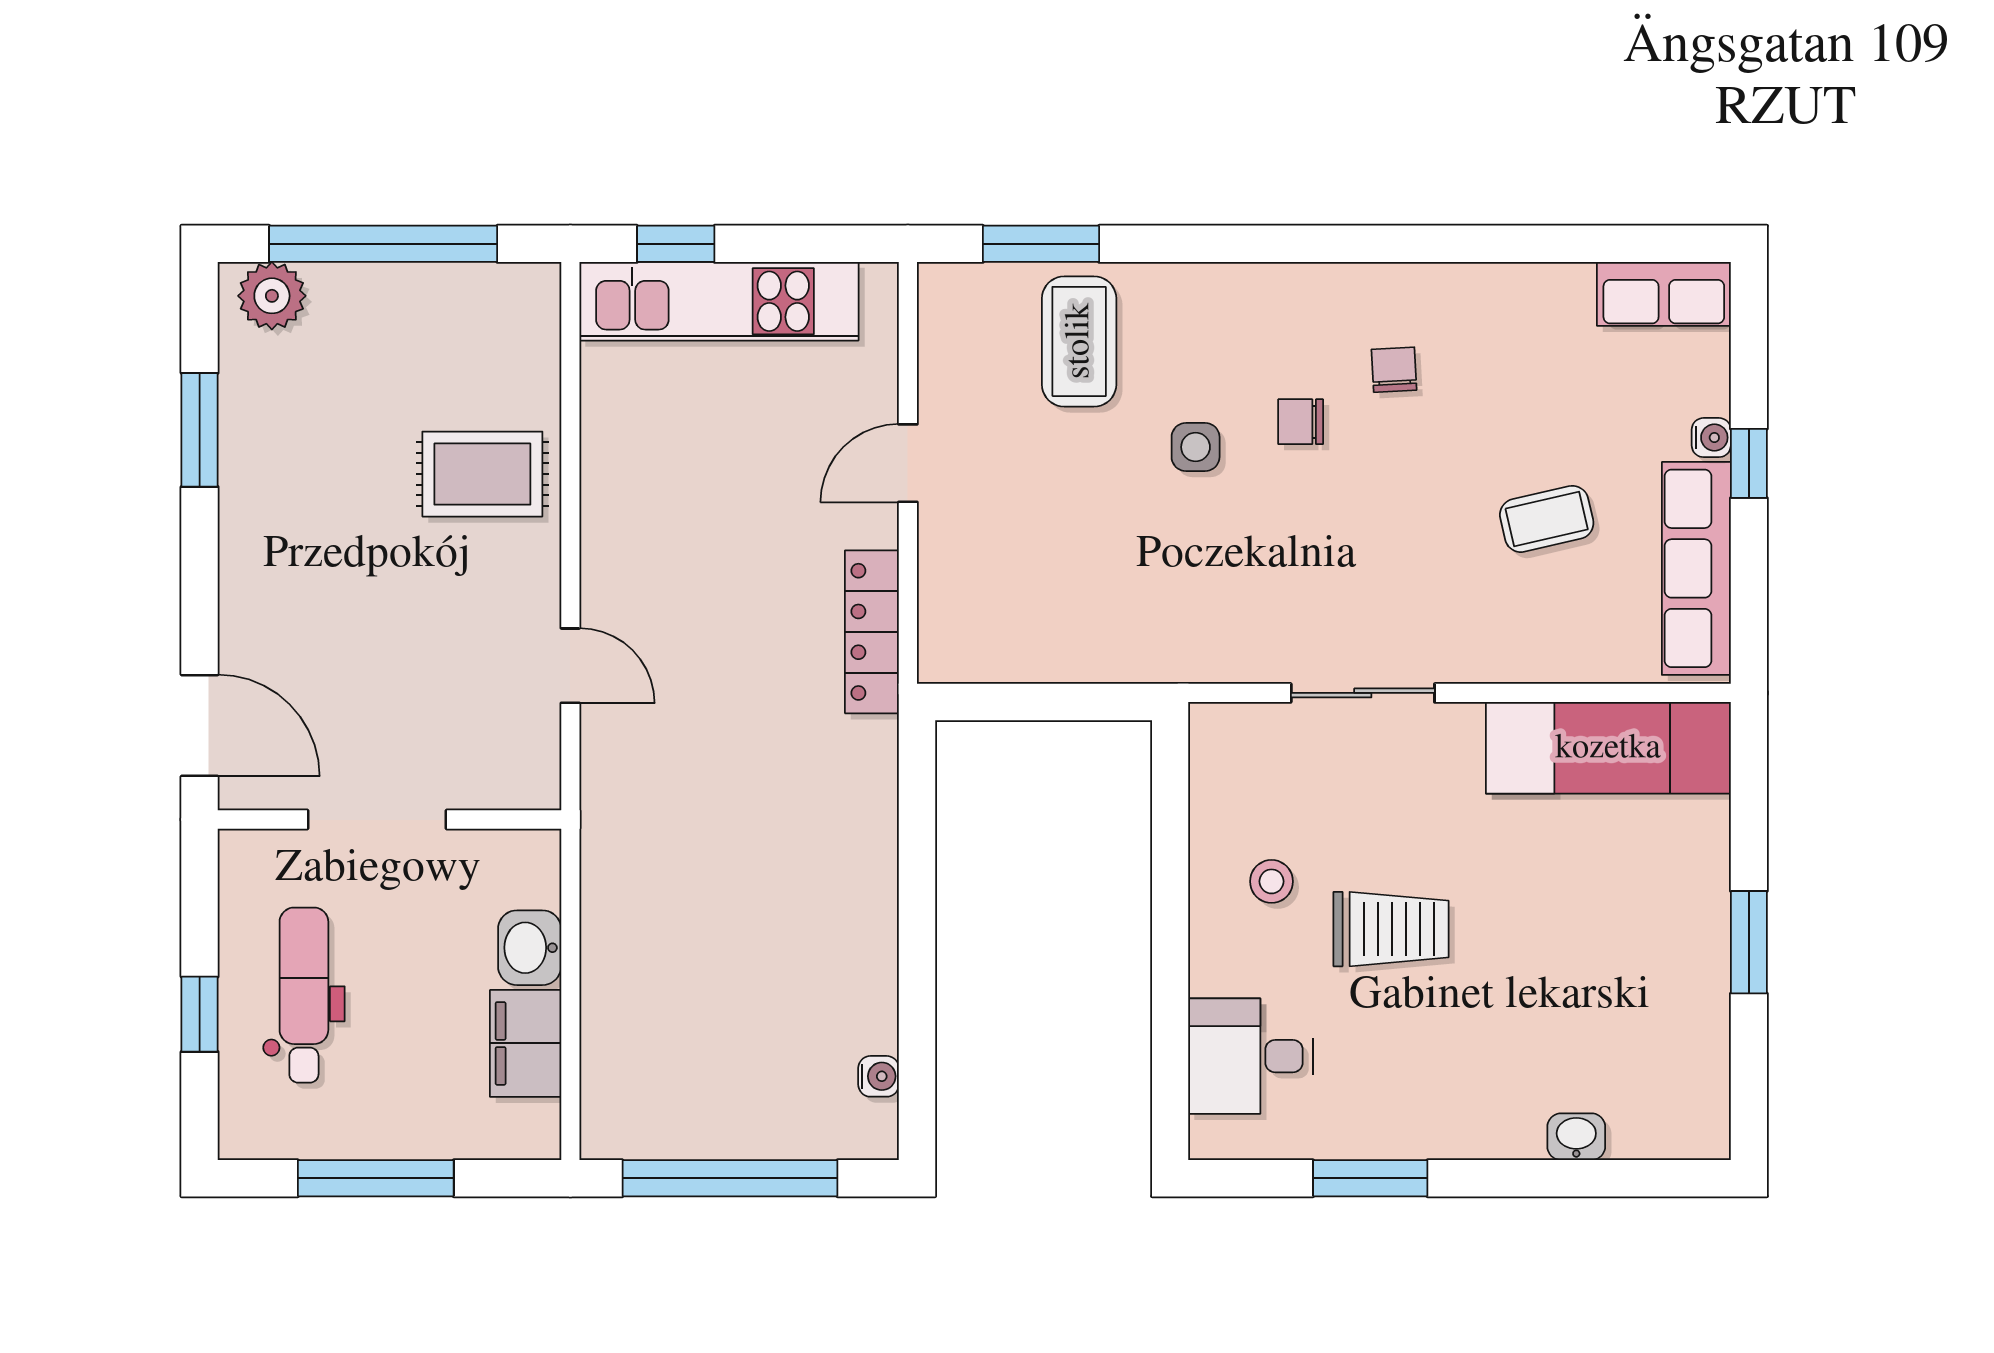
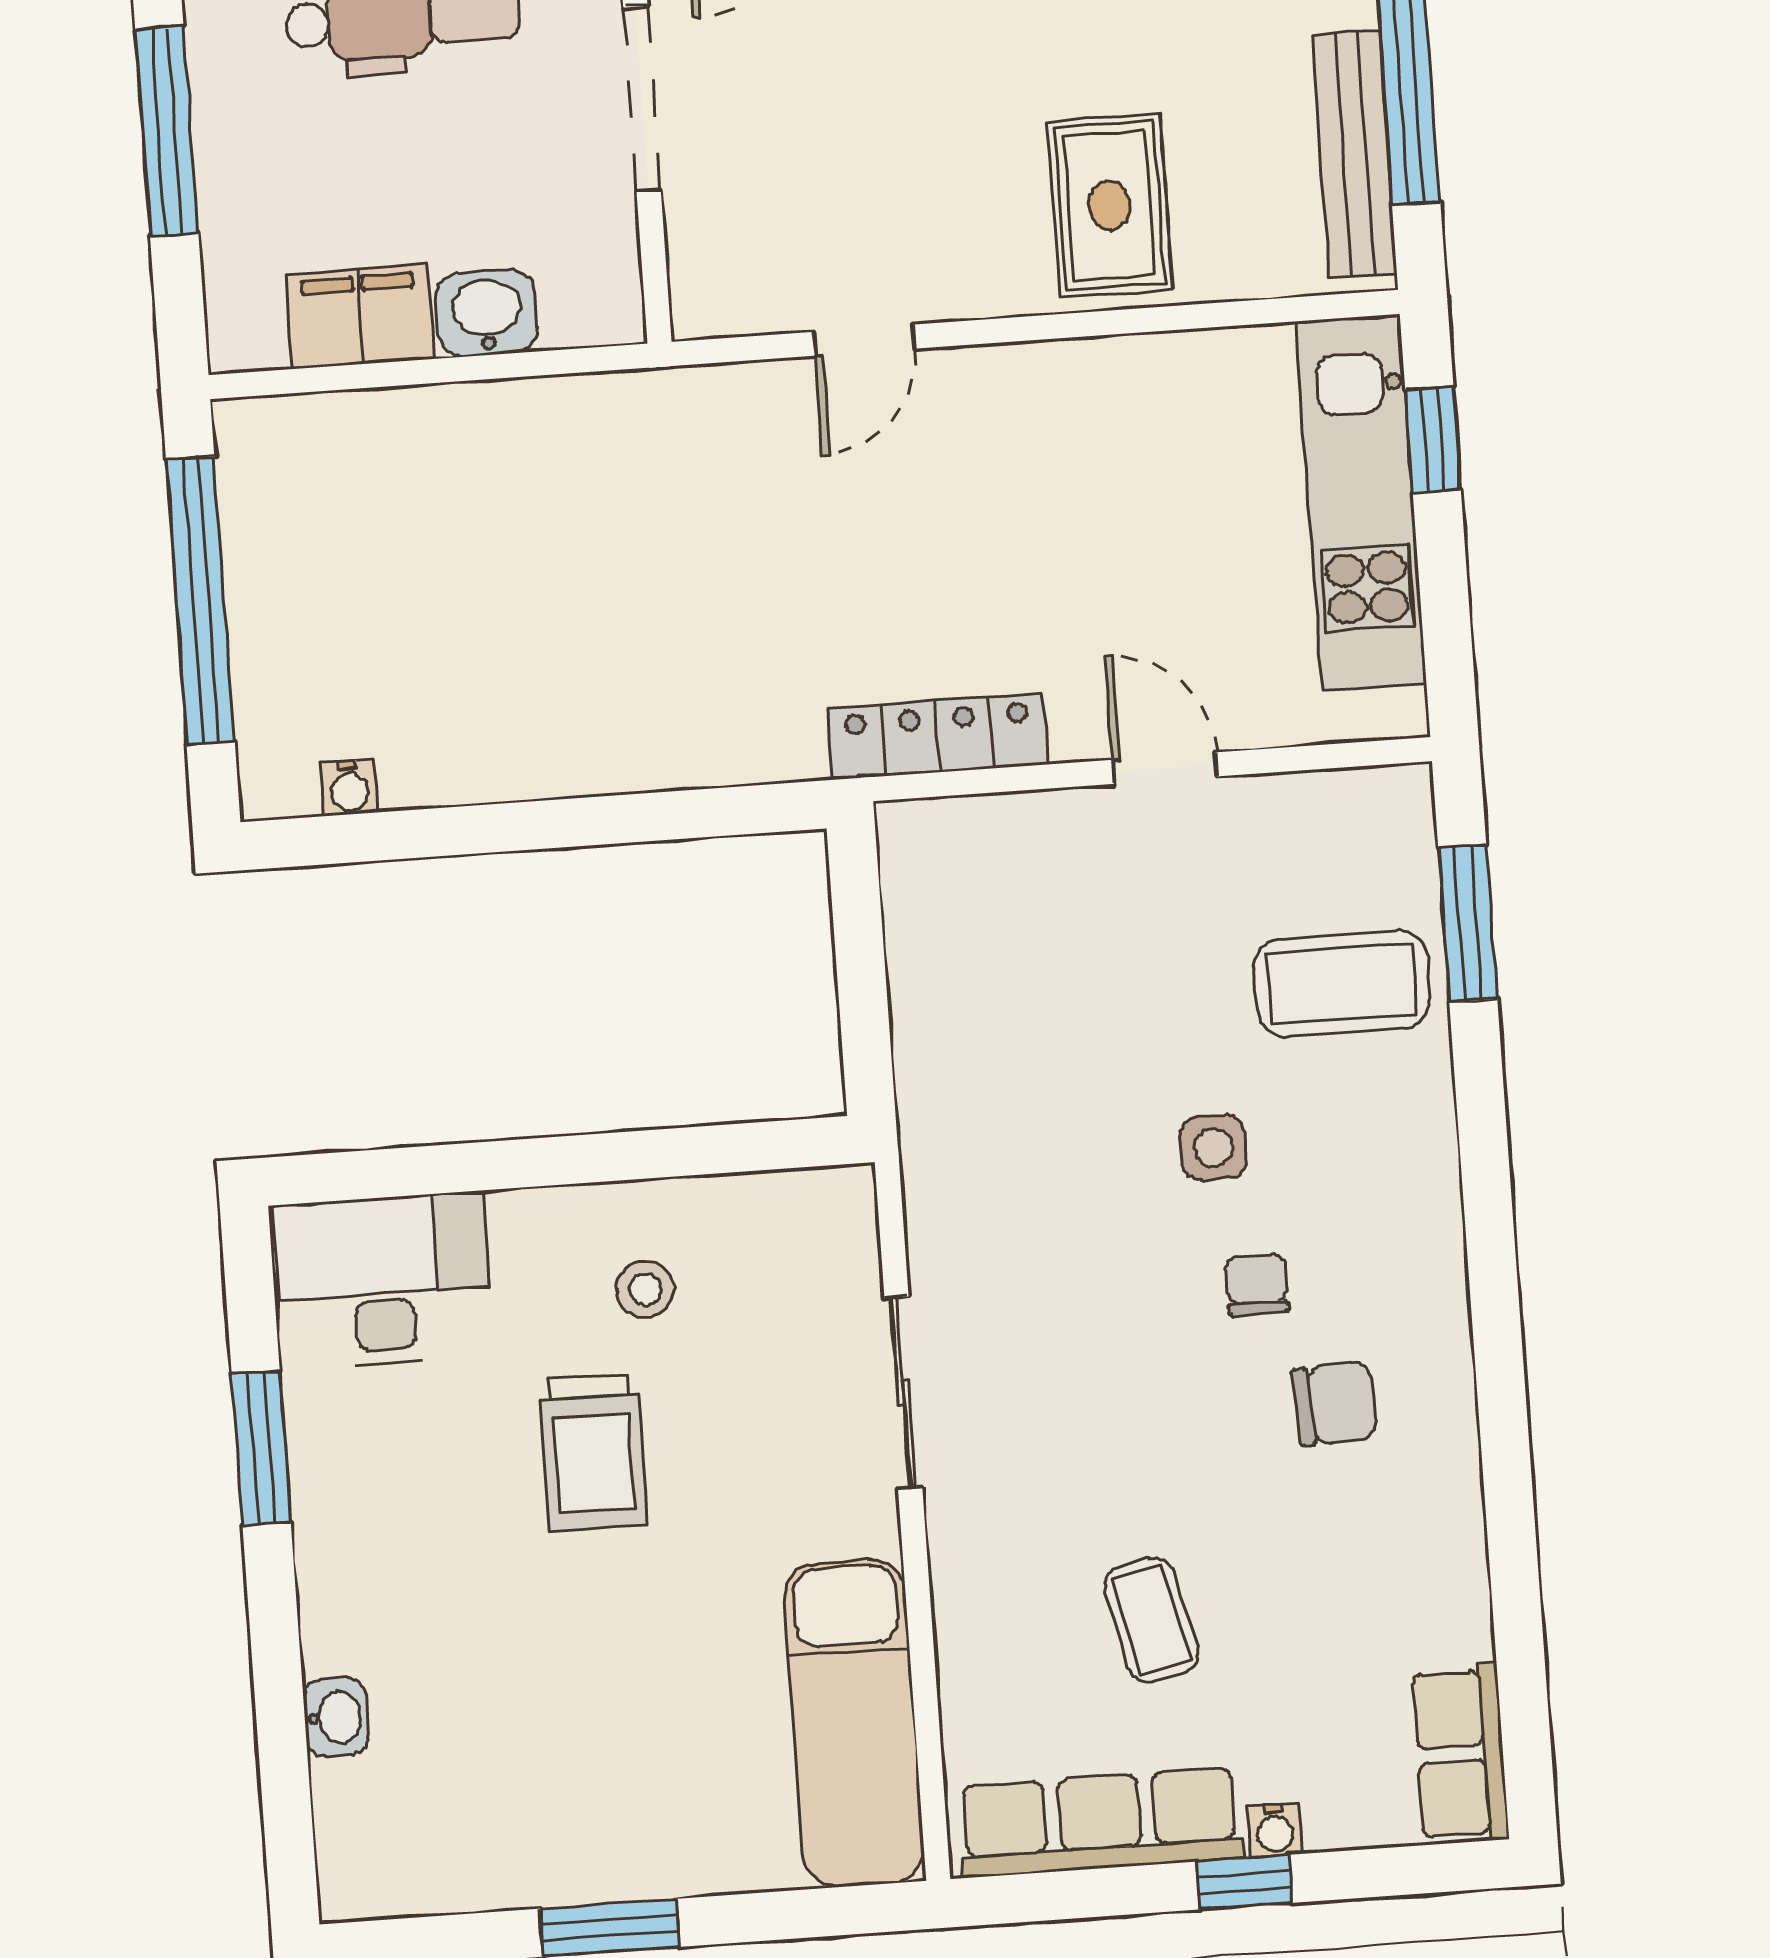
bench: (457, 288) -> (1354, 154), added
chair: (1394, 370) -> (1334, 1403), width x1.37, depth x1.37
desk: (1250, 1056) -> (383, 1280), width x1.37

